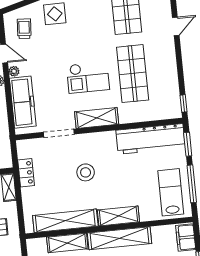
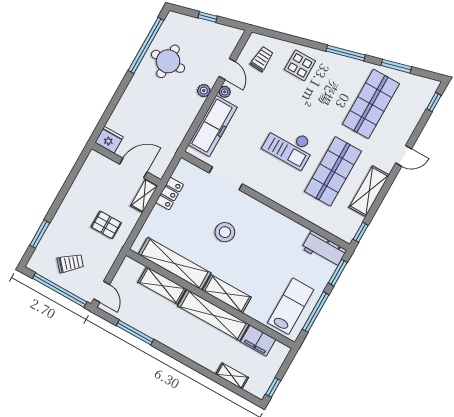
shelving: (97, 118) -> (369, 191), moved, turned 90
workbench: (151, 139) -> (324, 249), width x0.53, depth x0.76
filing cabinet: (186, 237) -> (258, 341), moved, turned -90

